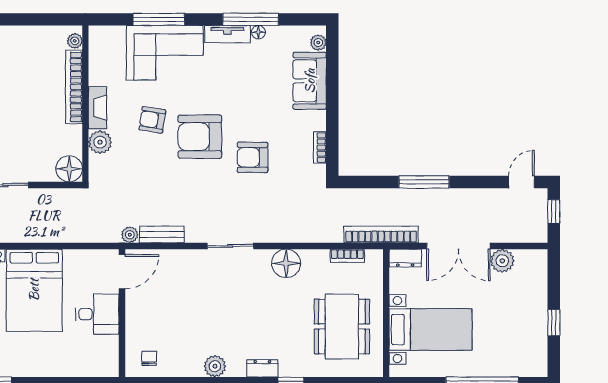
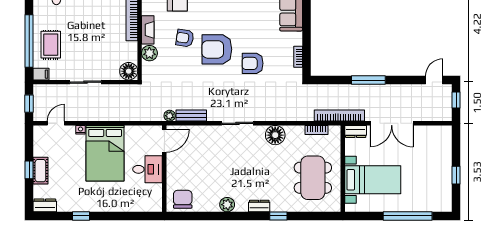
plant: (502, 261) -> (421, 133), removed
chair: (149, 358) -> (183, 199), width x1.87, depth x1.87

